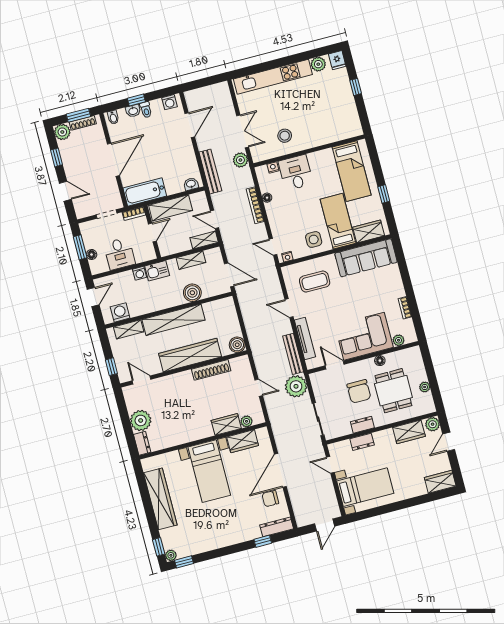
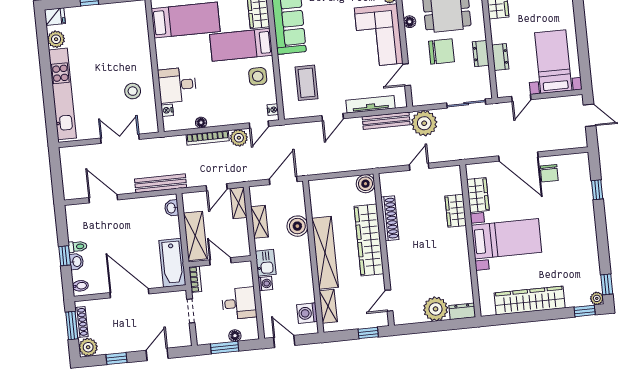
washing machine: (169, 102) -> (73, 218), removed
plant: (240, 160) -> (239, 138), moved
plant: (247, 421) -> (456, 187), removed
dresser: (277, 527) -> (583, 171), removed

